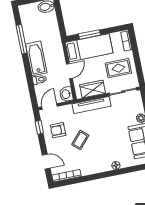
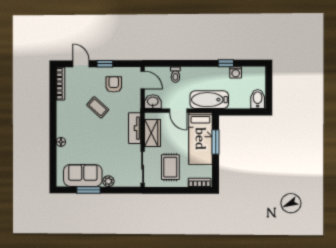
washing machine: (28, 29) -> (236, 72), added
window: (22, 39) -> (226, 63), width x0.46
bathtub: (36, 58) -> (209, 100), moved, turned 180
tv unit: (92, 105) -> (135, 128), width x0.71
window: (39, 127) -> (105, 64), moved
door: (46, 162) -> (81, 64), swing flipped

